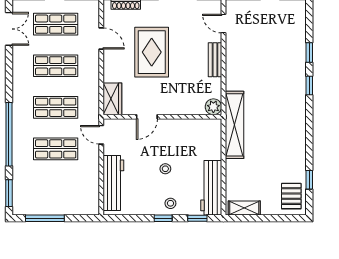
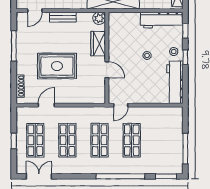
wardrobe: (112, 99) -> (98, 44), moved, turned -90
workbench: (113, 183) -> (175, 82), moved, turned -90

